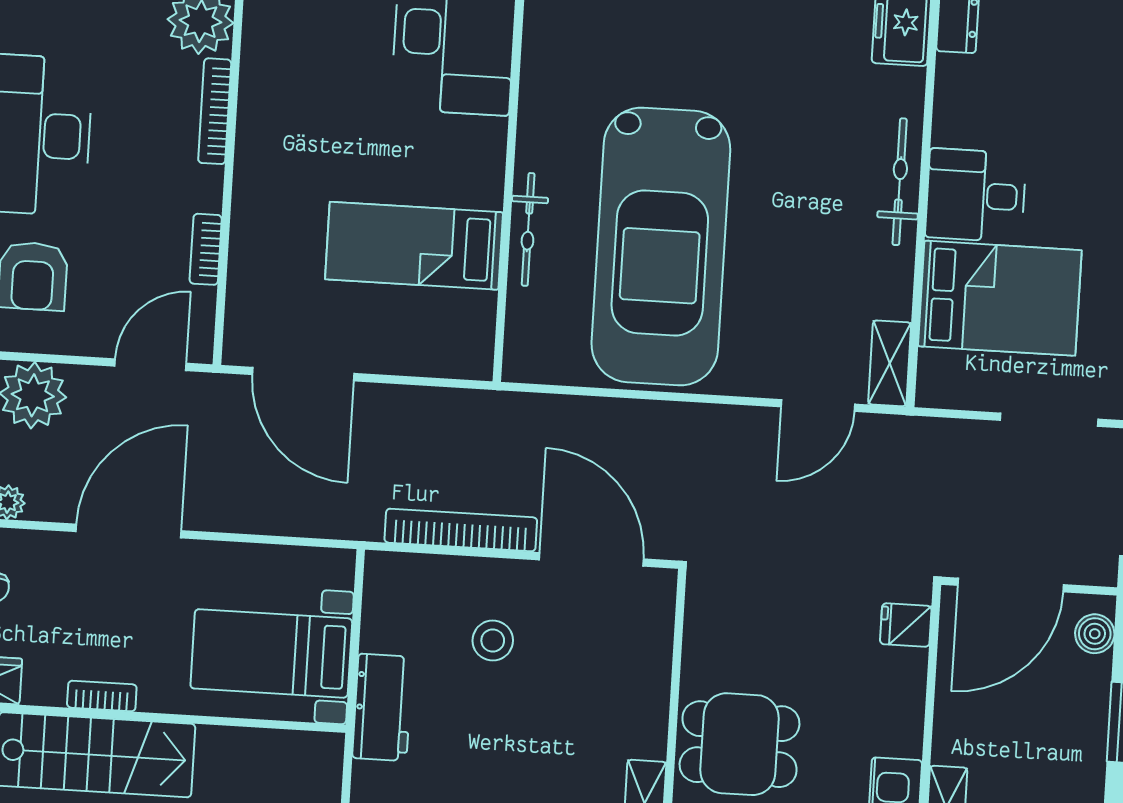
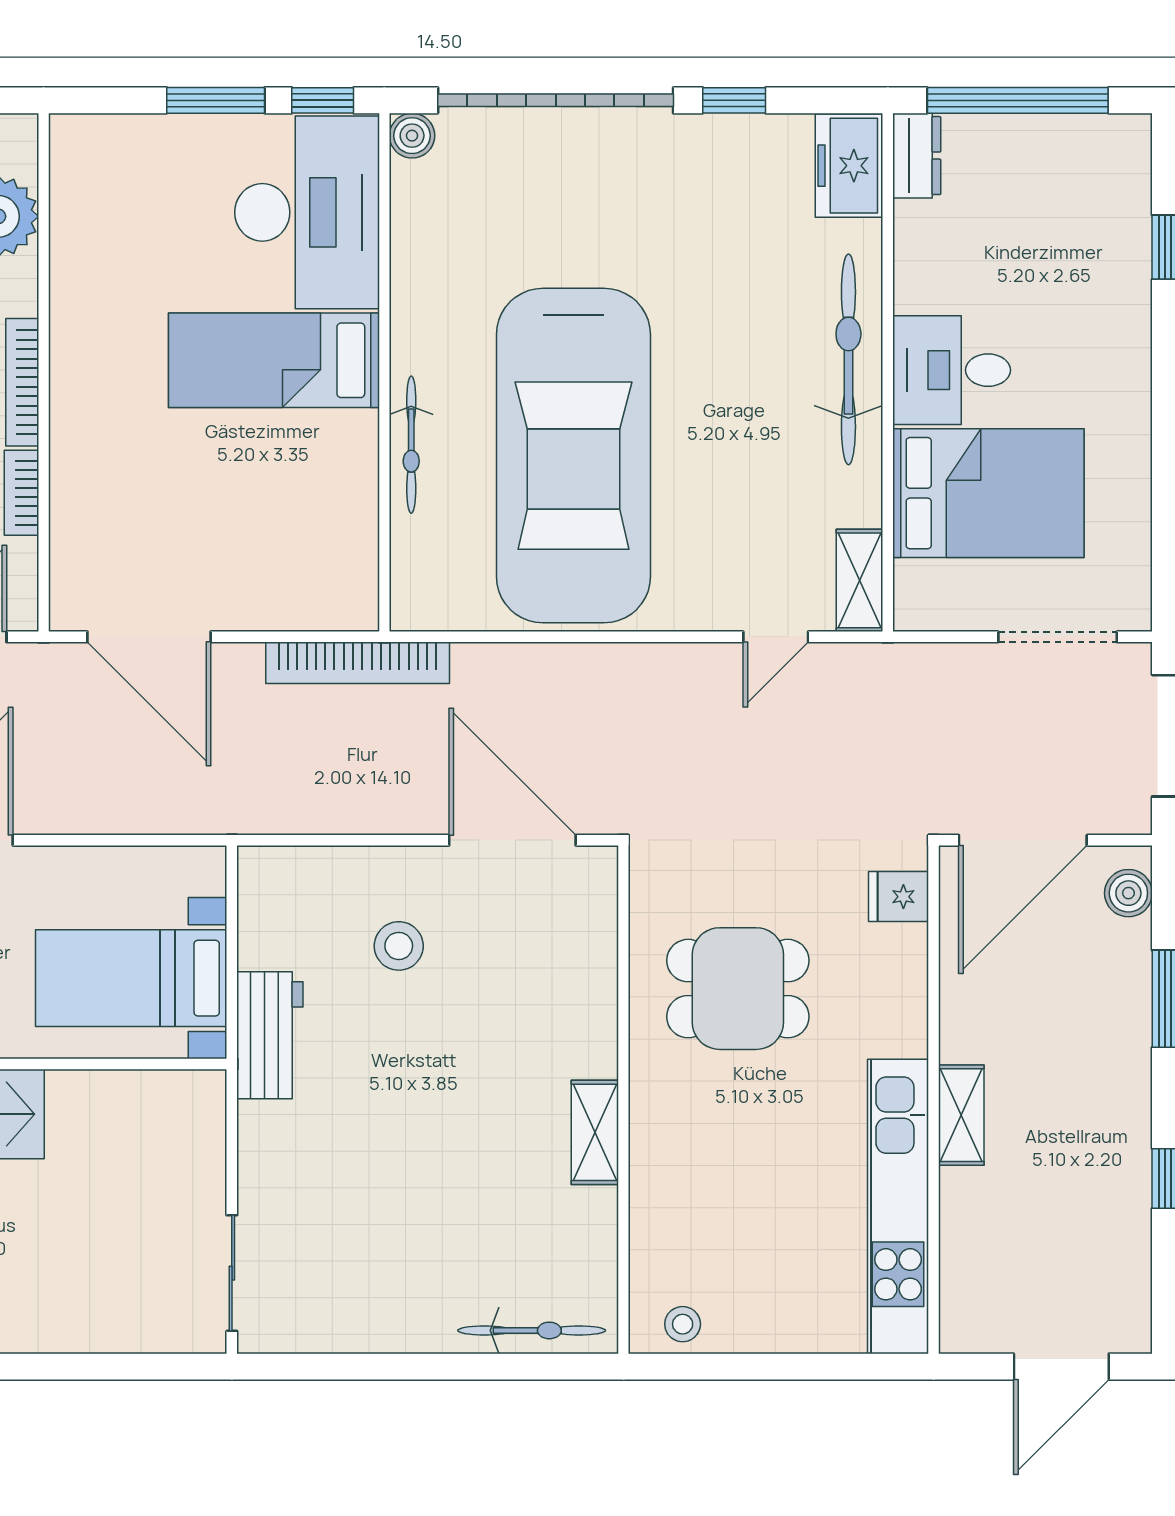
bookcase: (215, 111) -> (22, 382), moved
bicycle: (900, 182) -> (848, 359), width x1.37, depth x1.40
bed: (414, 246) -> (274, 360), moved
door: (818, 406) -> (776, 637), width x0.73
bookcase: (461, 530) -> (358, 663), moved, turned 180
dining table: (740, 744) -> (738, 989), moved

